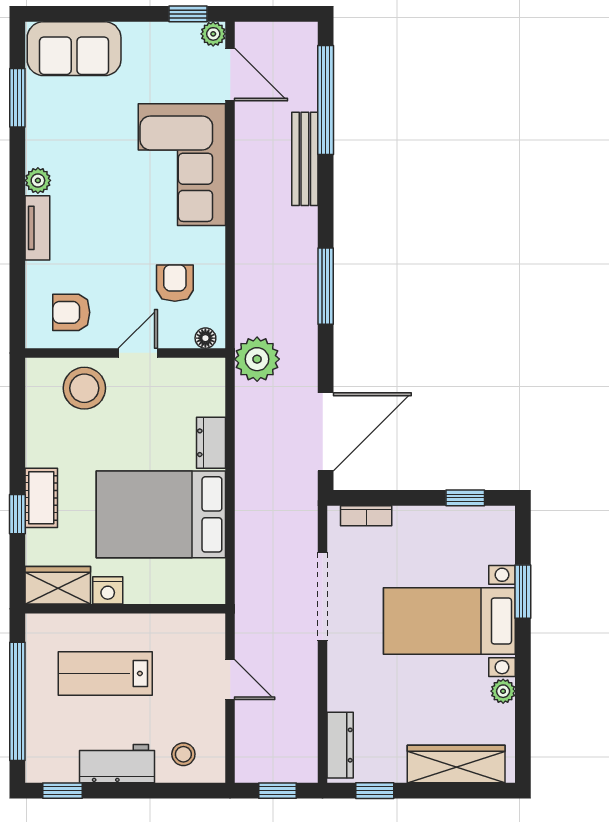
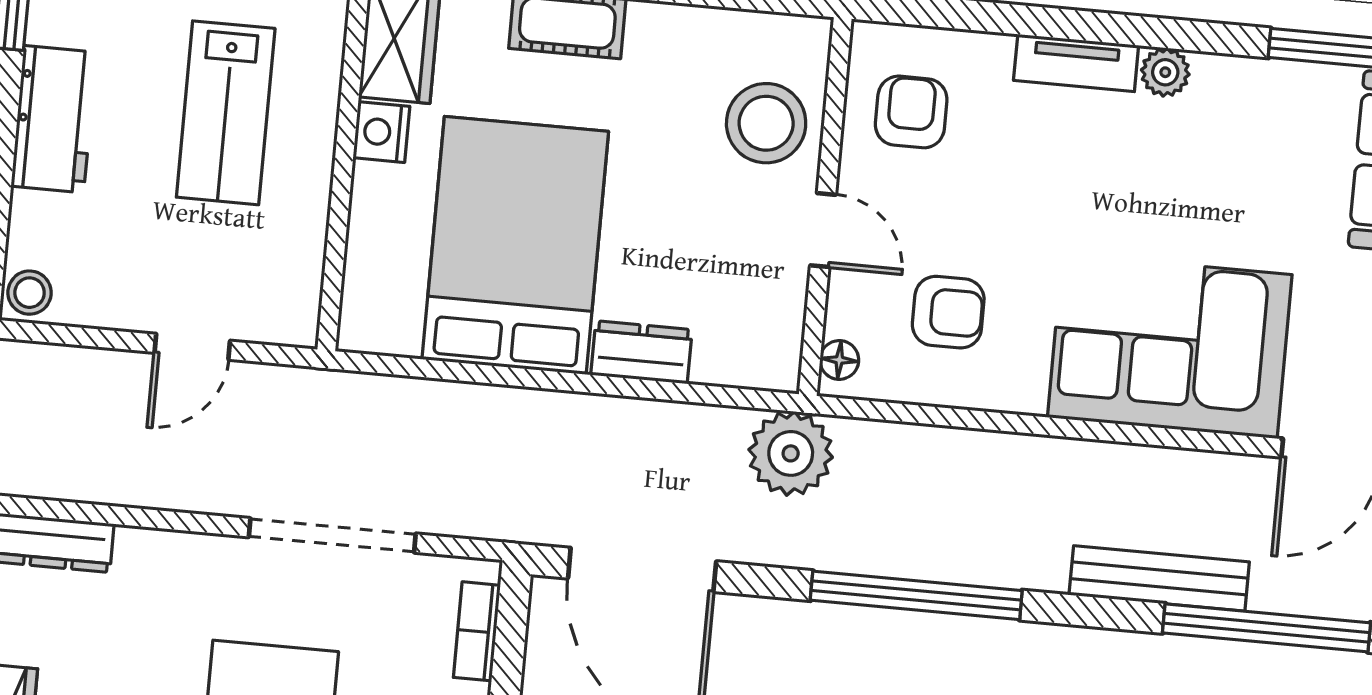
window: (326, 286) -> (916, 595), width x1.46
lab bench: (105, 673) -> (226, 113), turned 180
stool: (183, 754) -> (30, 293), moved

